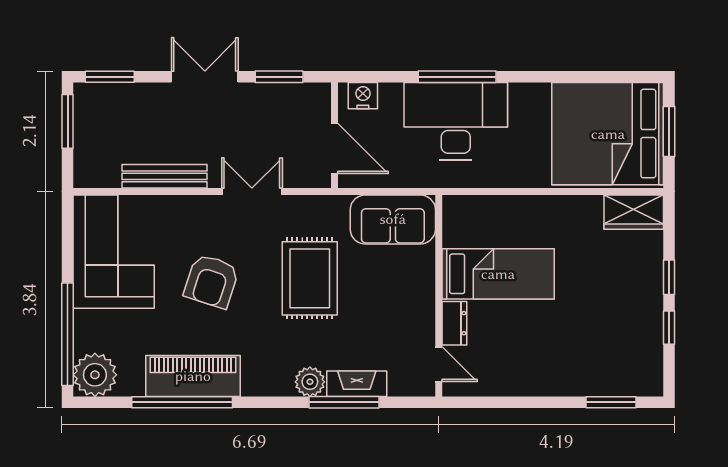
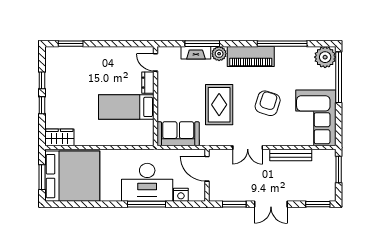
nightstand: (363, 96) -> (181, 195), moved
window: (68, 121) -> (339, 169), moved
piano: (193, 376) -> (251, 57), moved

